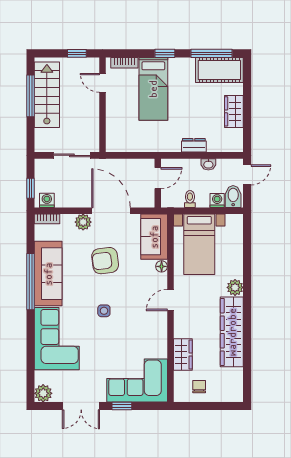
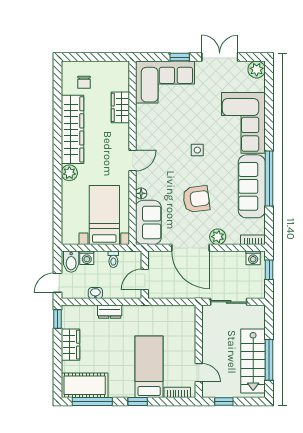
window: (247, 138) -> (58, 319), added
chair: (199, 387) -> (84, 82), moved

